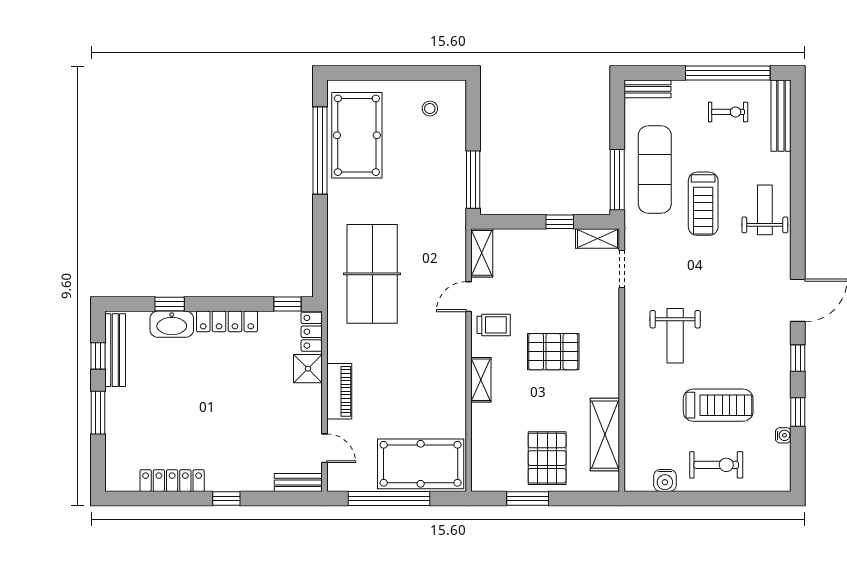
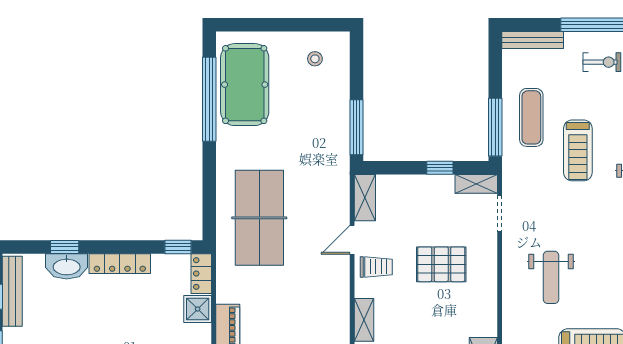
bench: (648, 89) -> (533, 40), width x1.36
exercise mat: (655, 169) -> (531, 117), width x0.73, depth x0.69
pallet: (553, 352) -> (441, 264), moved

